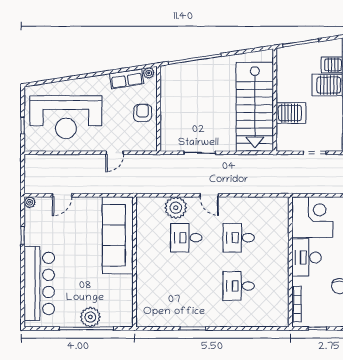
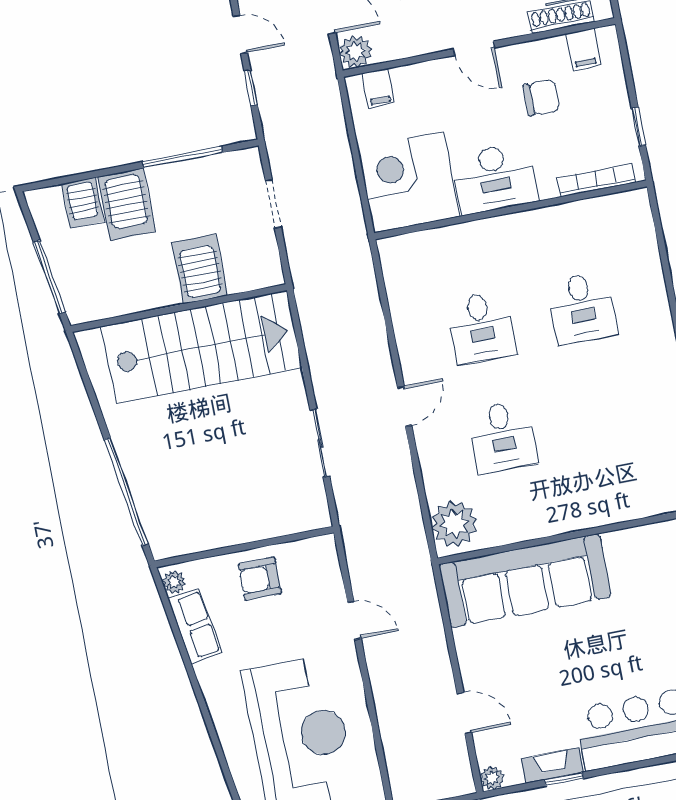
plant: (176, 208) -> (454, 524), moved
fireplace: (30, 231) -> (552, 765), added

